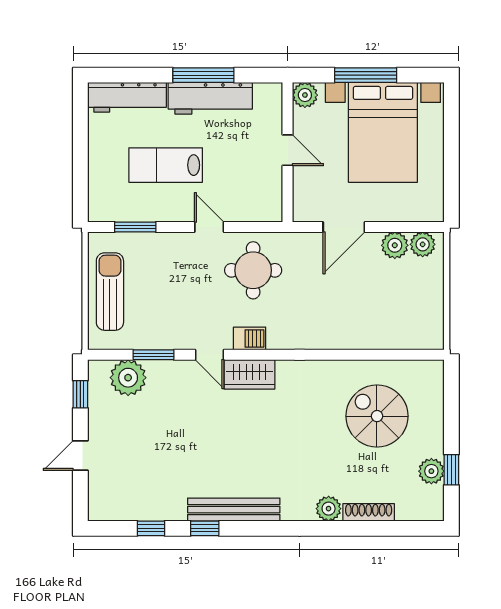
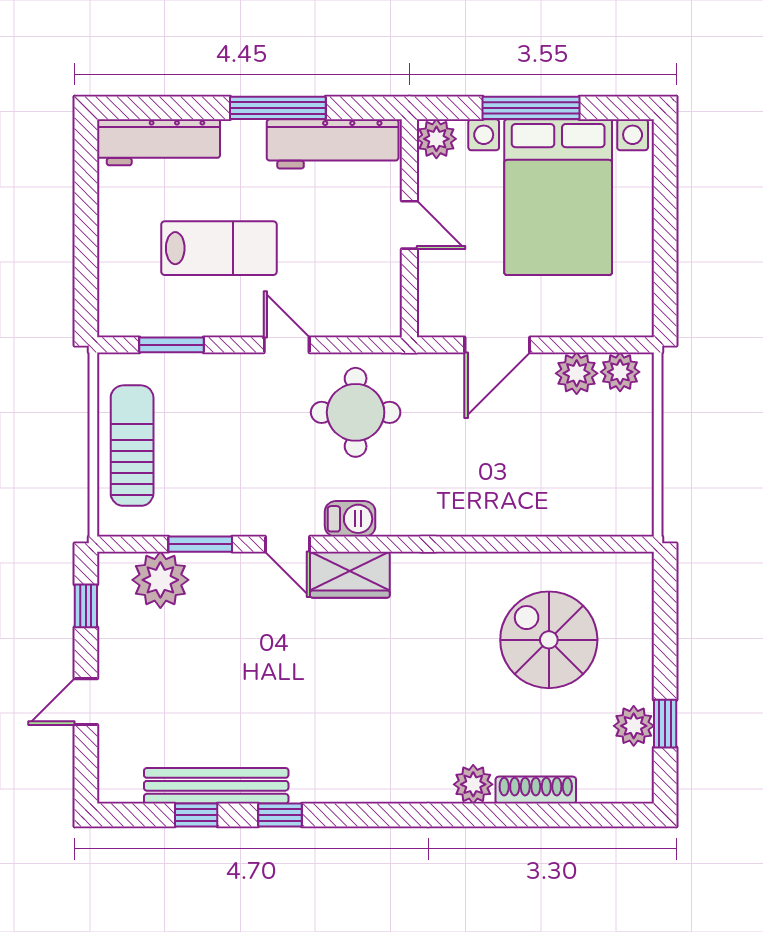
workbench: (210, 98) -> (333, 144), moved
lab bench: (166, 165) -> (219, 248), turned 180
bench: (234, 510) -> (216, 786), moved

